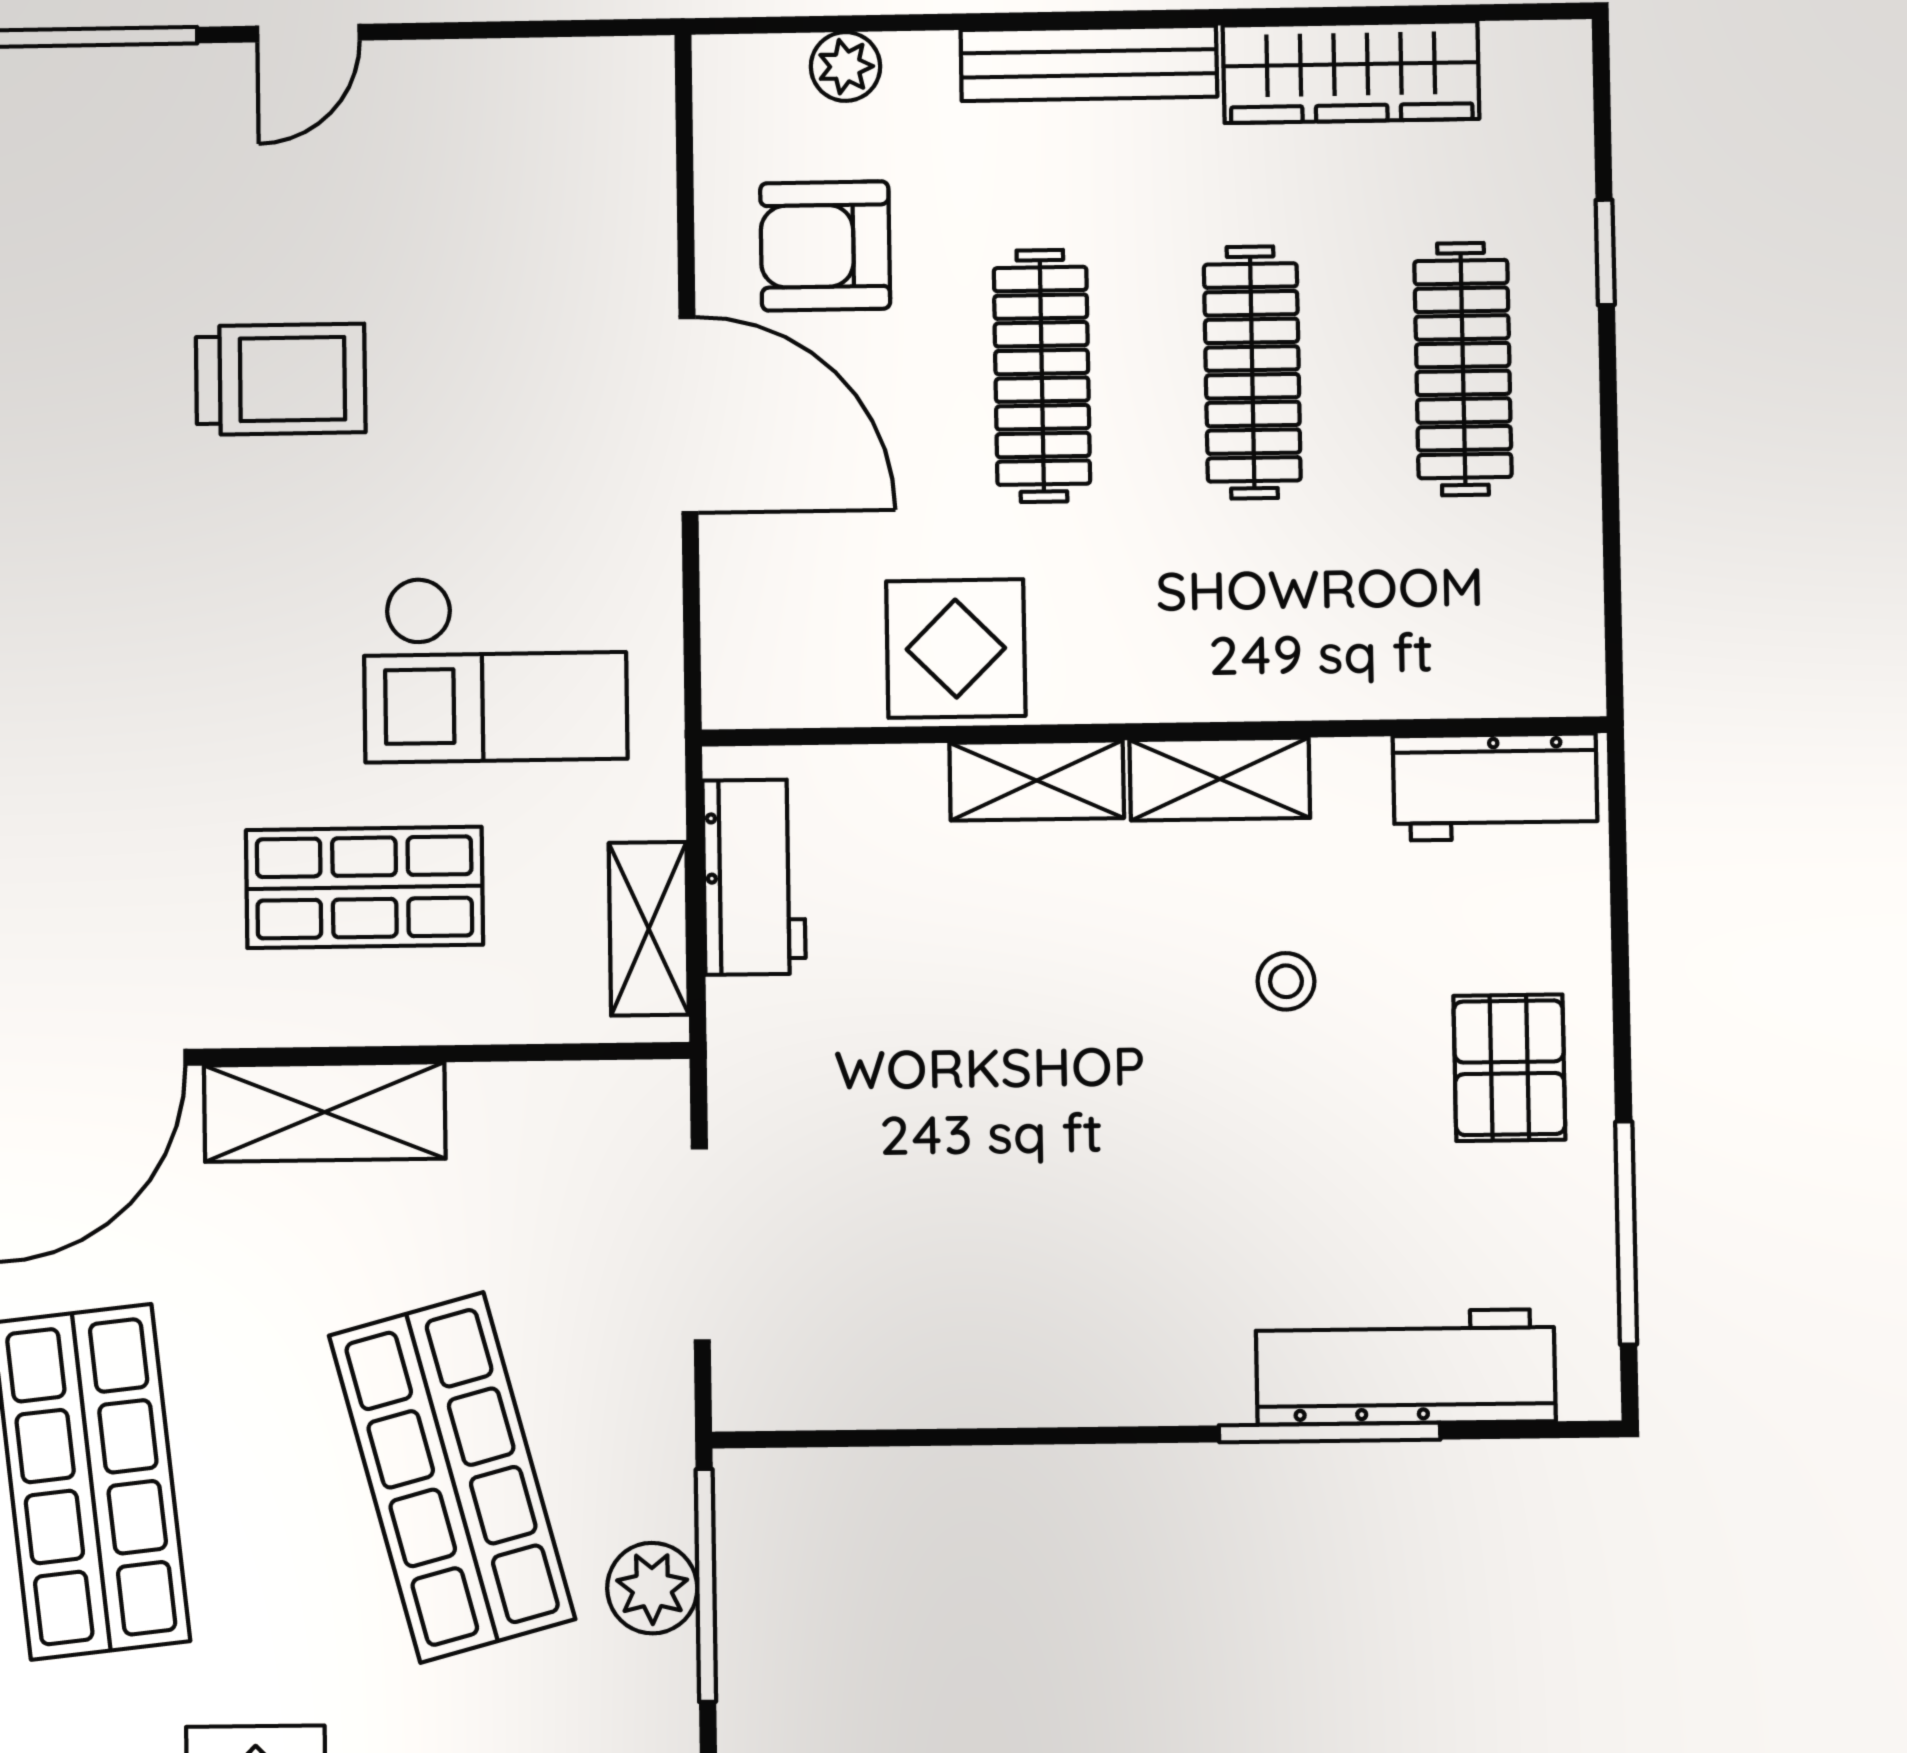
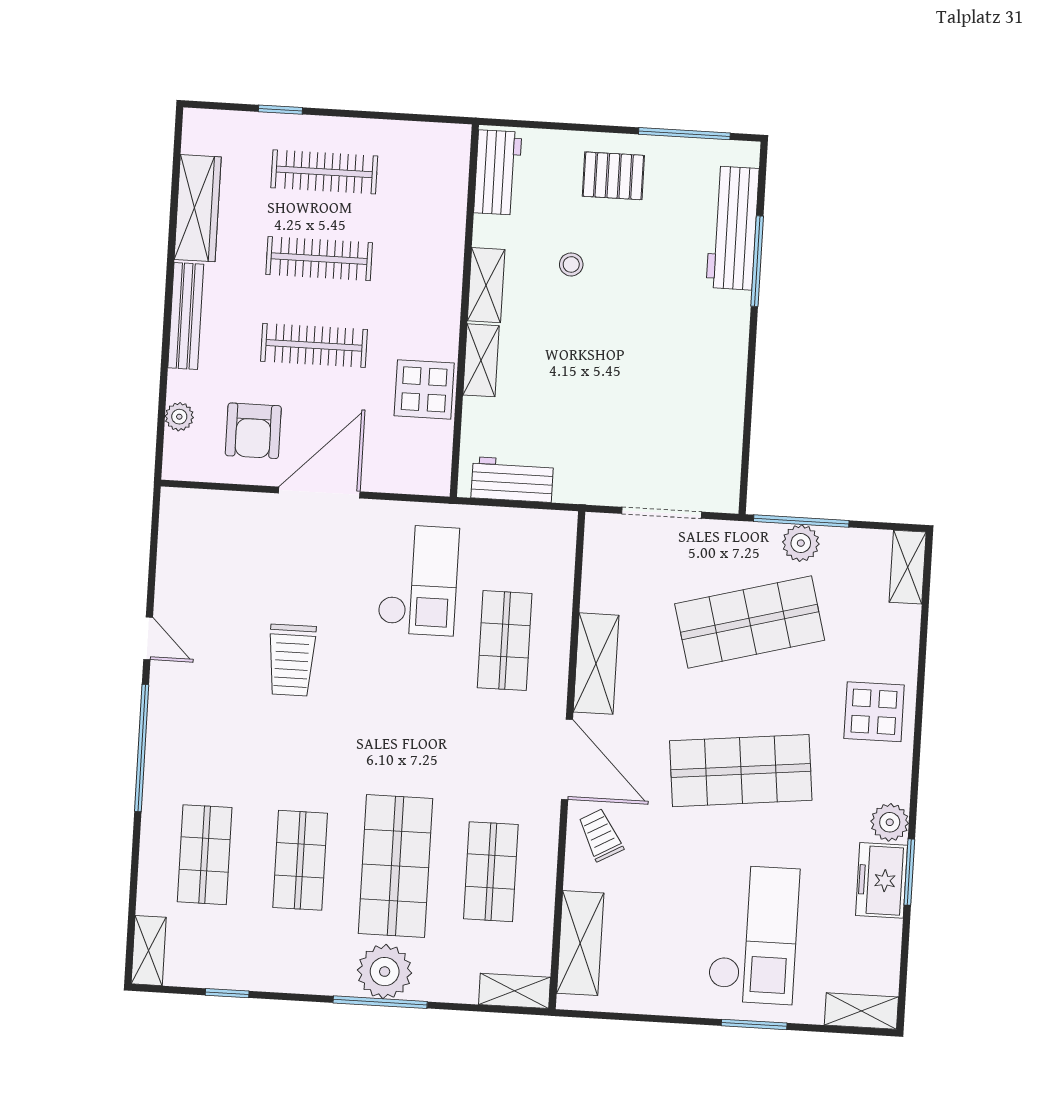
trolley: (281, 379) -> (292, 660), turned 180
shelving: (649, 929) -> (530, 525), removed

